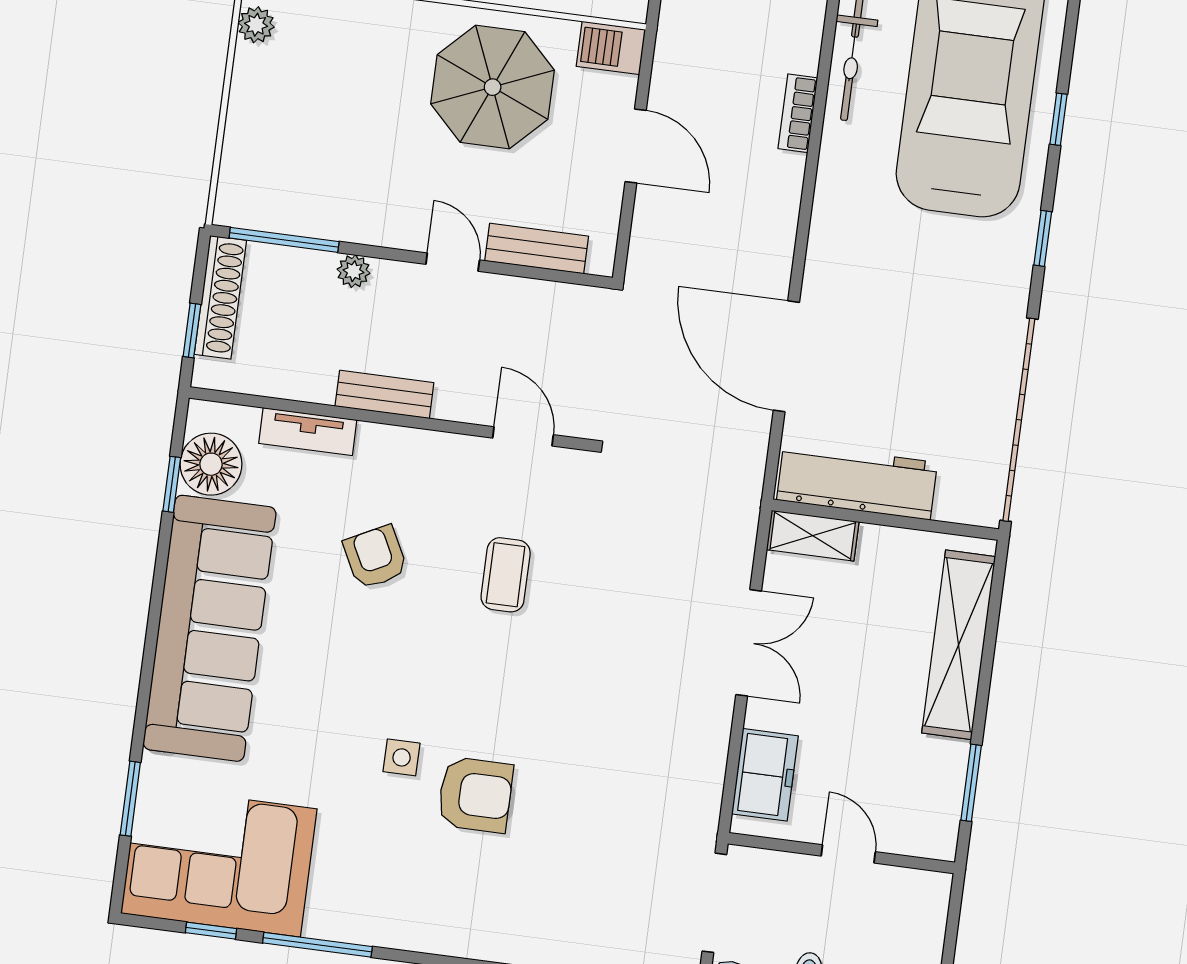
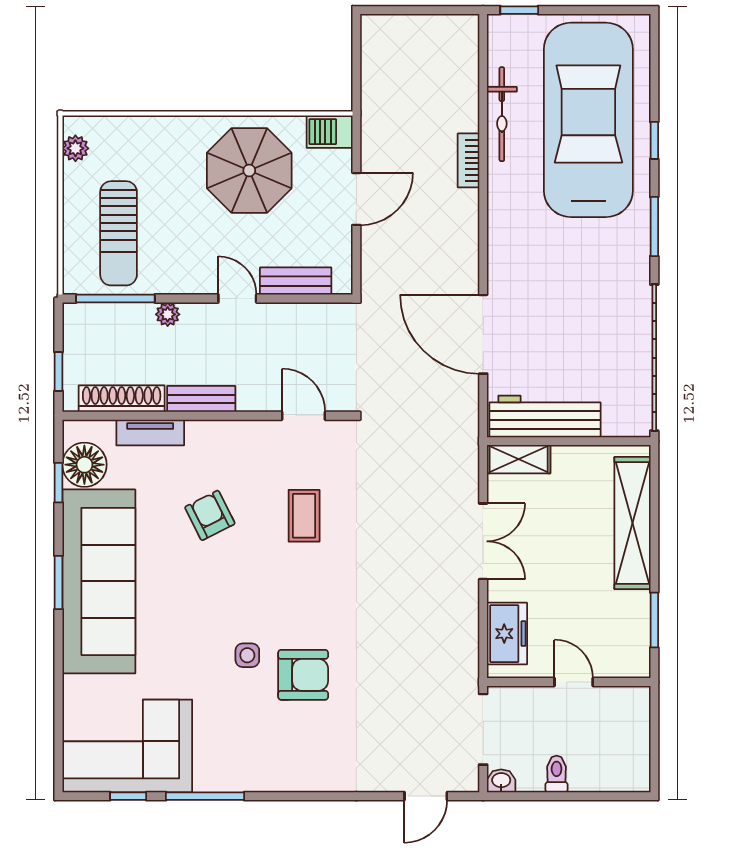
door: (636, 146) -> (356, 199), hinge flipped
sun lounger: (300, 150) -> (119, 233), added
window: (1043, 238) -> (654, 226), width x1.50
shoe rack: (220, 297) -> (122, 399), moved, turned -90
window: (130, 799) -> (58, 582), moved

